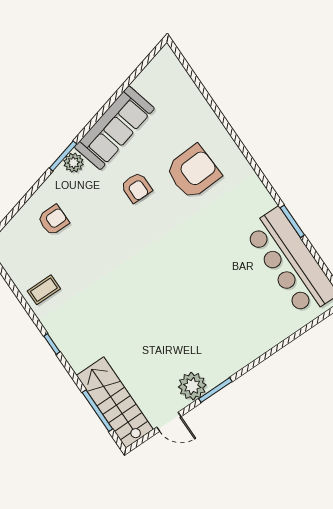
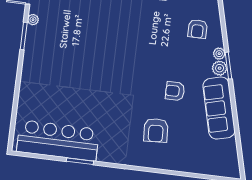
armchair: (193, 172) -> (156, 130), width x0.73, depth x0.73
plant: (59, 176) -> (219, 54), added
plant: (192, 386) -> (33, 20), width x0.53, depth x0.53

